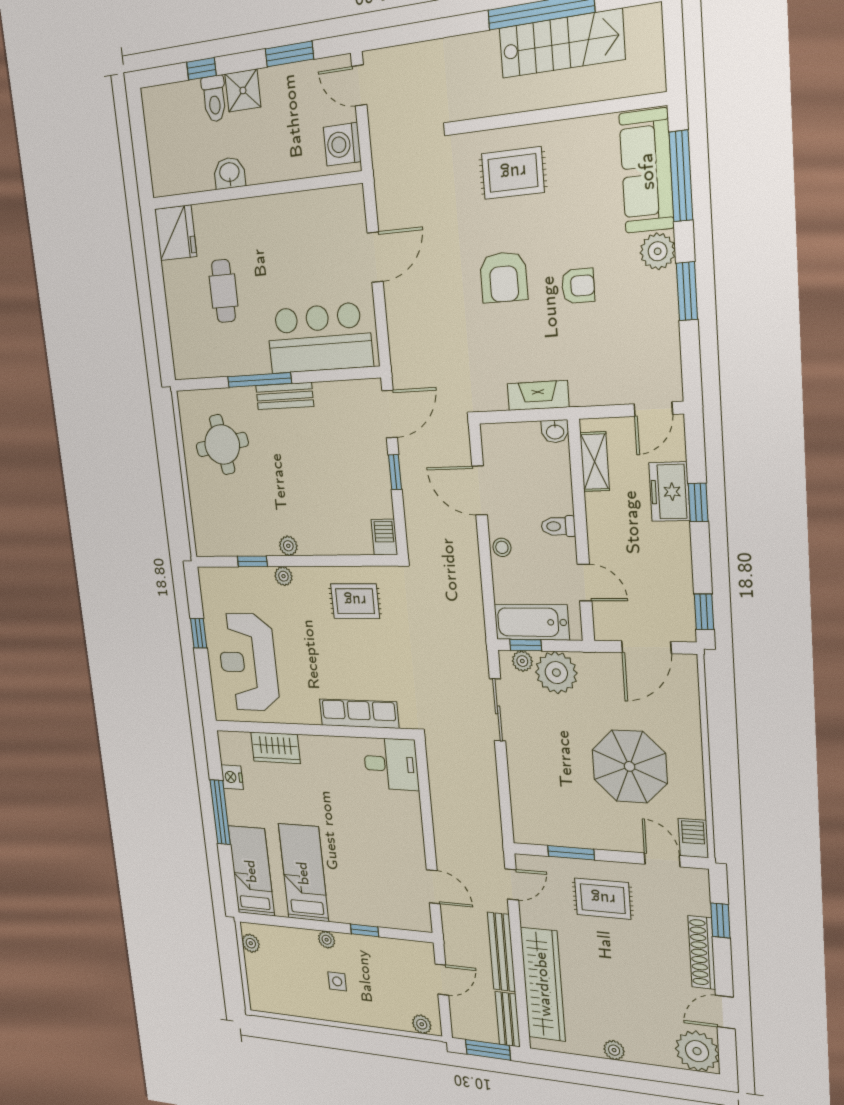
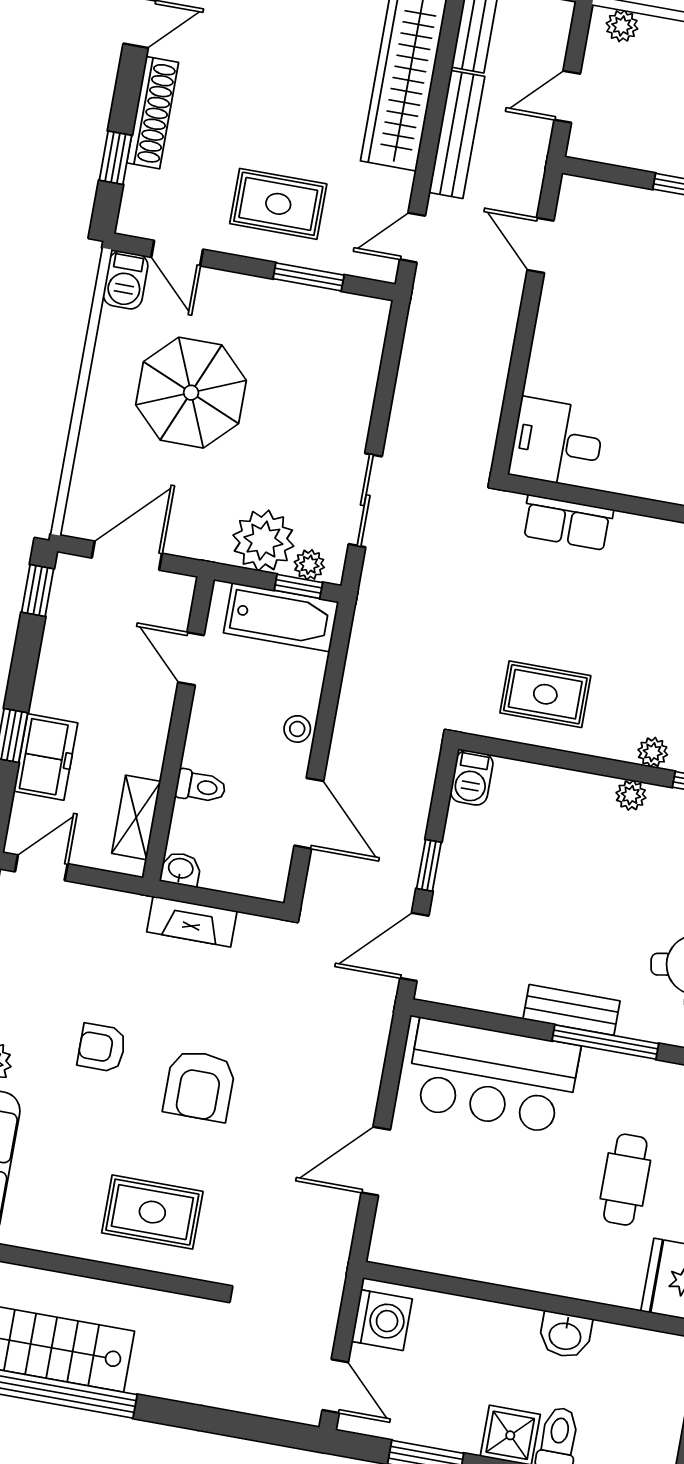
armchair: (504, 277) -> (199, 1086), turned 180
toilet: (558, 526) -> (201, 787), moved
row of seats: (359, 714) -> (567, 523), width x0.68

